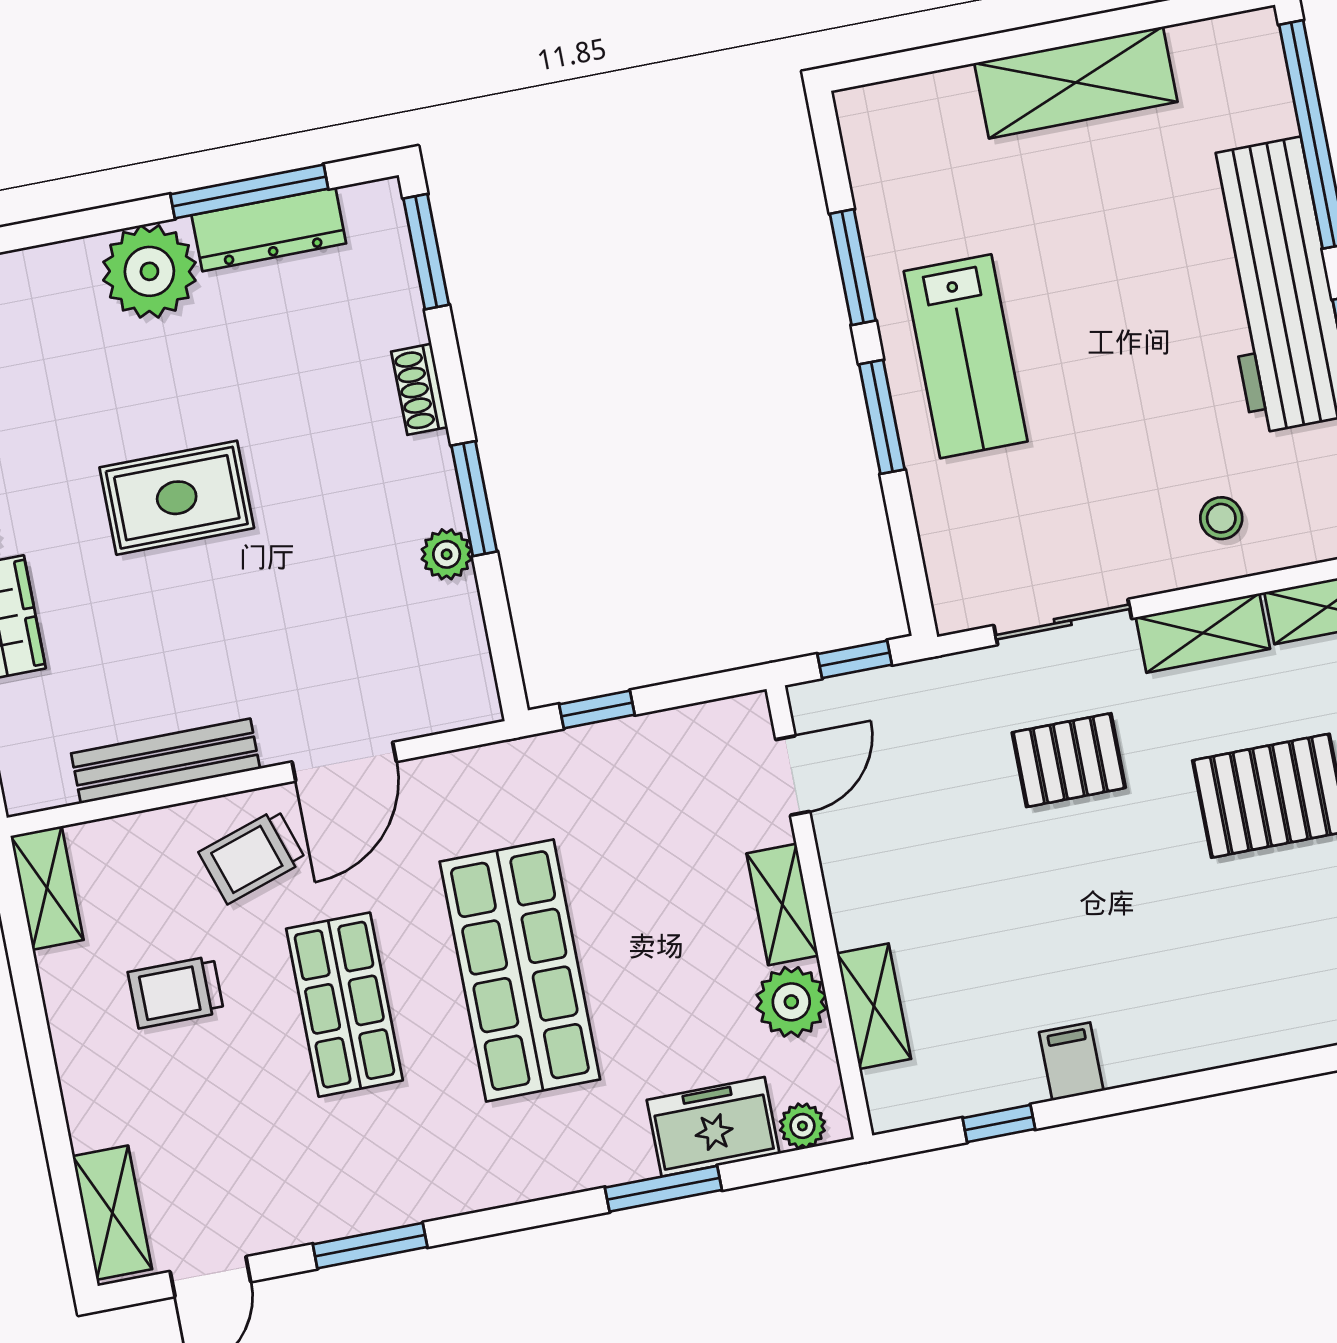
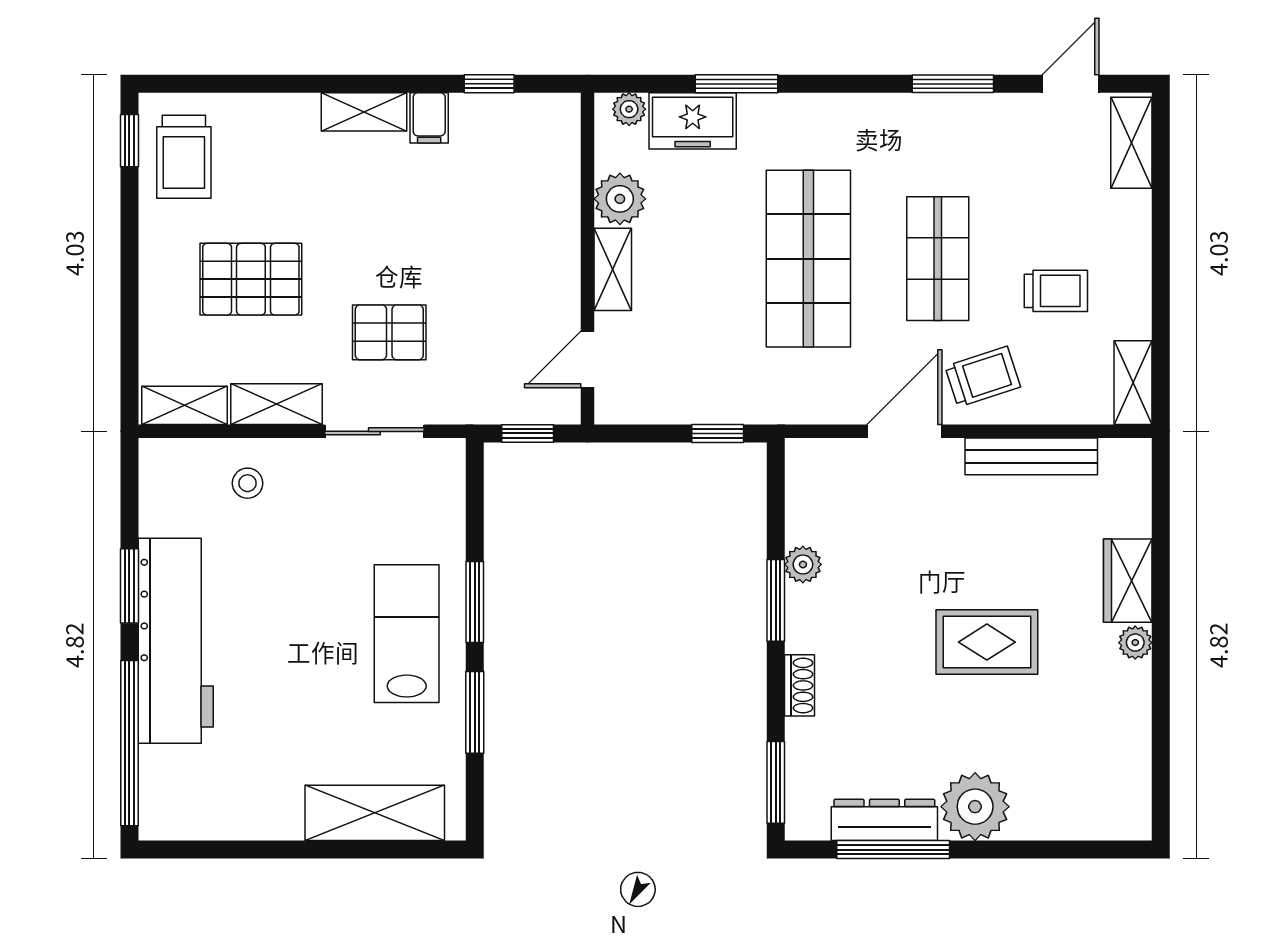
shelving: (1076, 82) -> (375, 813), moved
shelving: (874, 1006) -> (364, 112), moved, turned 90

